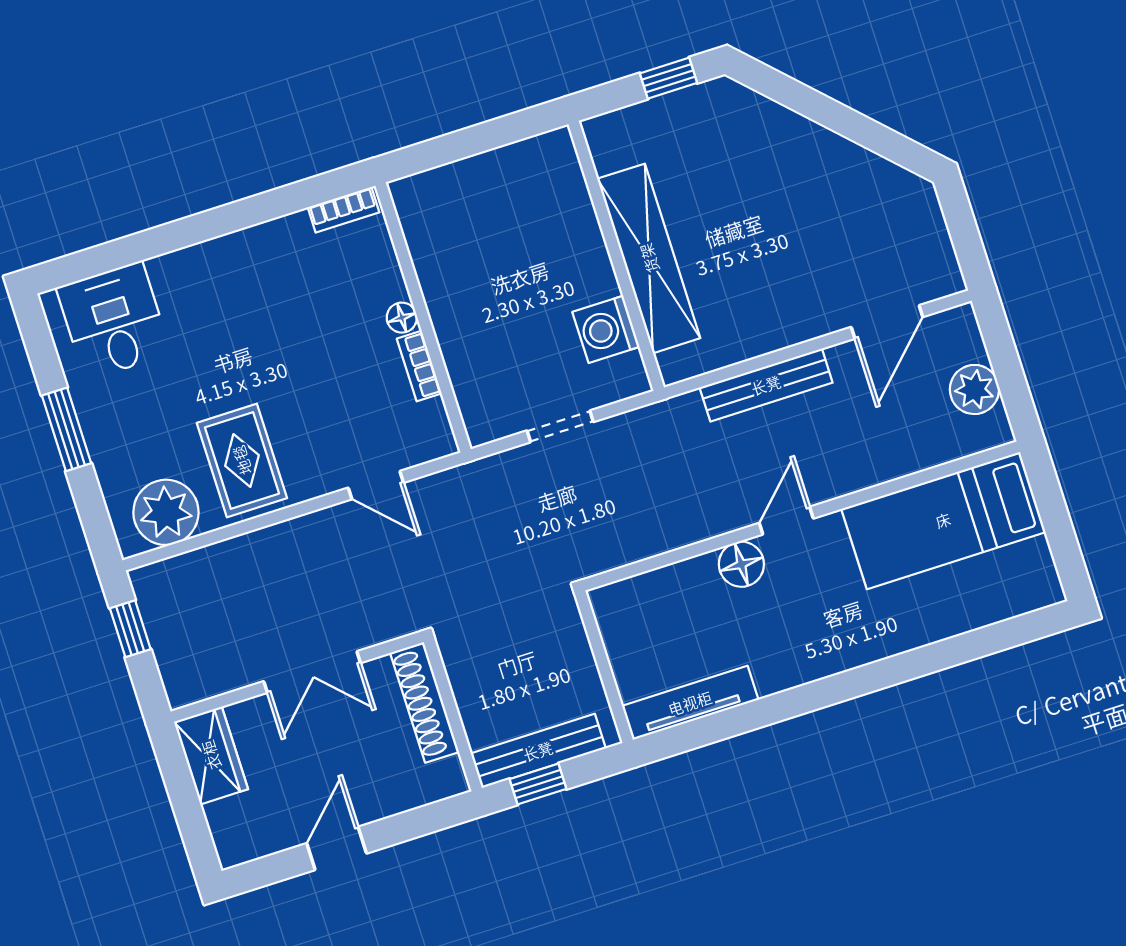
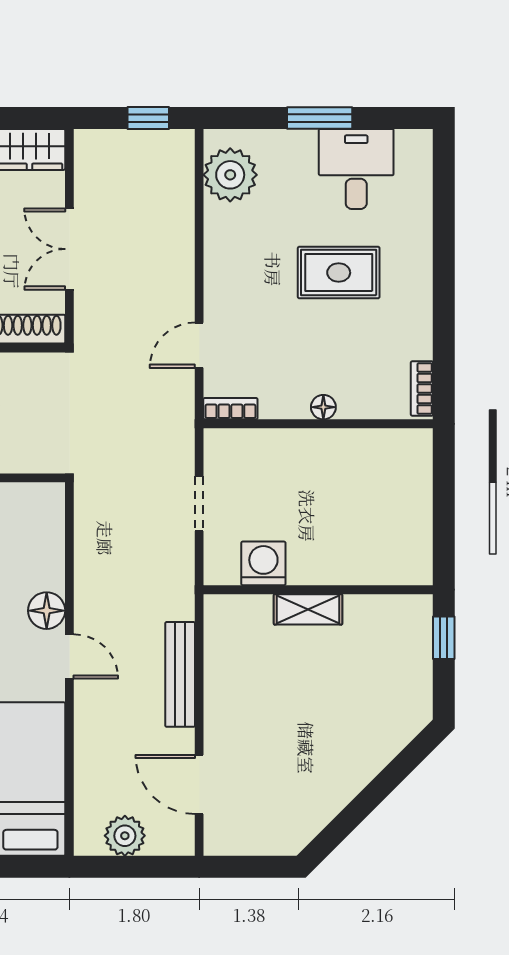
window: (668, 78) -> (444, 638), moved
shelving: (649, 258) -> (308, 609), width x0.45, depth x0.75
desk: (114, 321) -> (356, 169), moved, turned -90
bookcase: (419, 366) -> (230, 409), moved
rug: (242, 460) -> (339, 273), moved

